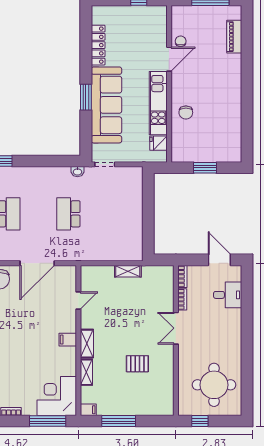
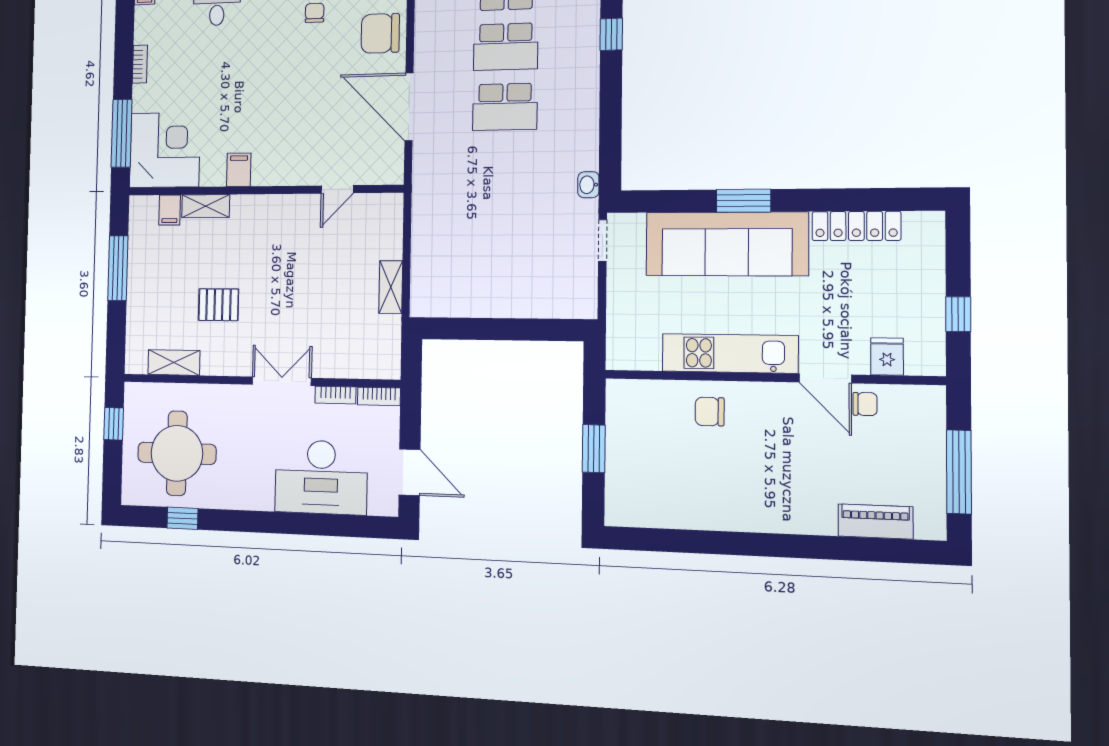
fridge: (159, 143) -> (887, 356), moved
school desk: (68, 214) -> (505, 107), moved, turned 180
door: (219, 260) -> (410, 472), hinge flipped
desk: (228, 295) -> (321, 477), width x1.87, depth x1.30
door: (78, 300) -> (337, 189), hinge flipped
filing cabinet: (68, 340) -> (239, 170), moved
shelving: (87, 344) -> (174, 362), moved
pallet: (137, 364) -> (218, 305), turned 90
window: (247, 381) -> (182, 518), added
filing cabinet: (88, 410) -> (170, 210), moved

